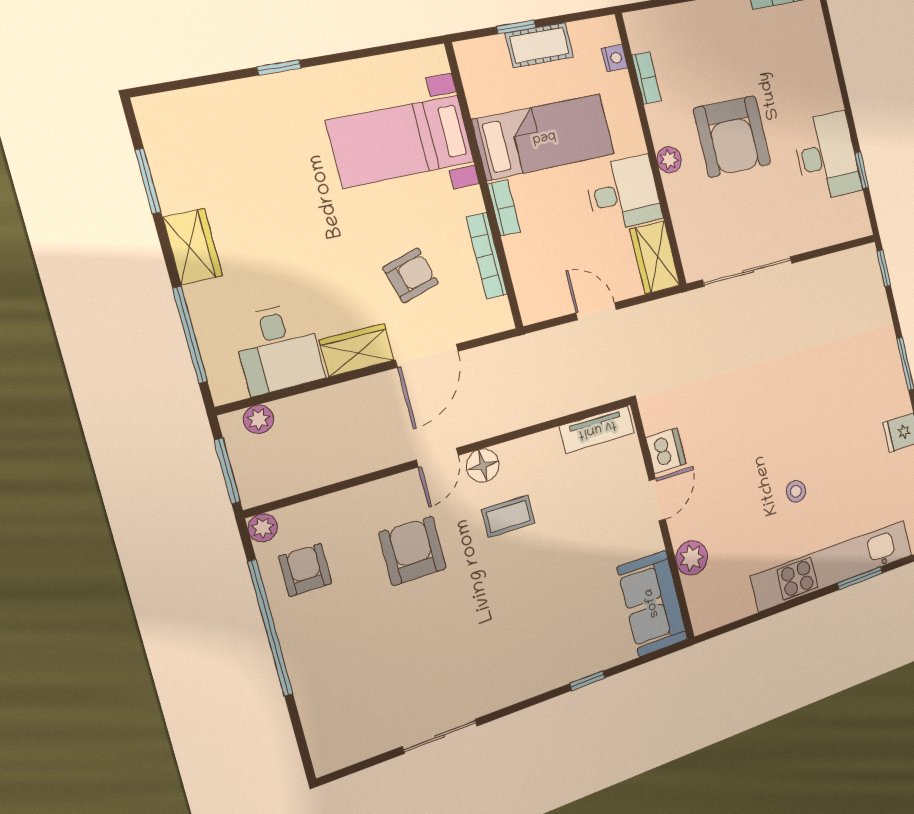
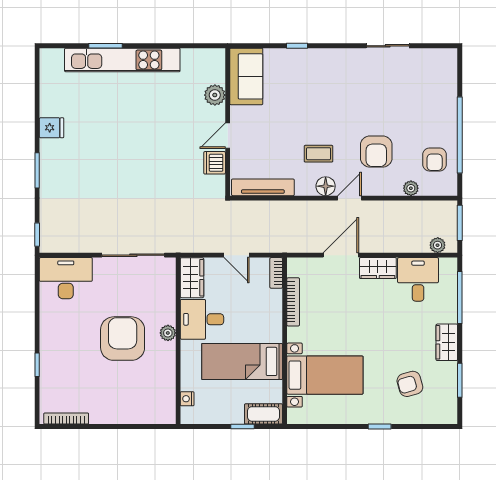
cot: (539, 45) -> (263, 414), moved
bookcase: (647, 78) -> (170, 384), removed
desk: (827, 156) -> (66, 278), moved, turned 90
window: (862, 170) -> (37, 365), moved
bookcase: (504, 208) -> (276, 273), moved
armchair: (411, 275) -> (410, 384), moved
tv unit: (597, 429) -> (263, 187), width x1.41
stool: (796, 491) -> (136, 113), removed
plant: (263, 528) -> (411, 188), moved

